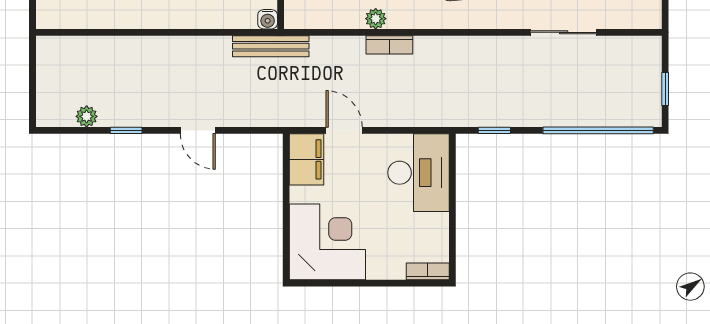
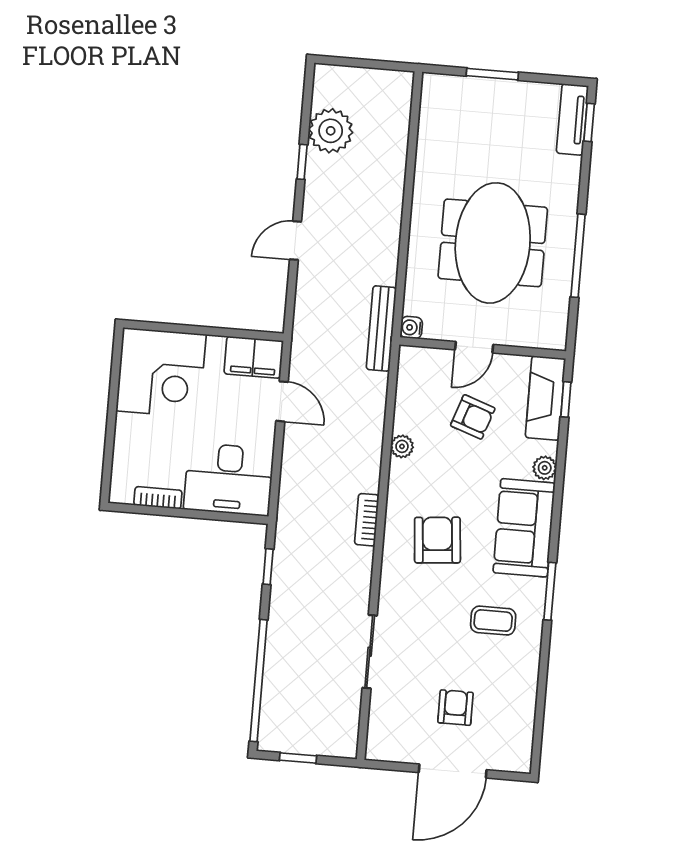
bookcase: (389, 45) -> (367, 520), moved
plant: (87, 116) -> (331, 131), width x1.88, depth x1.88
door: (344, 130) -> (282, 401), hinge flipped
bookcase: (428, 271) -> (158, 498), moved, turned -90

